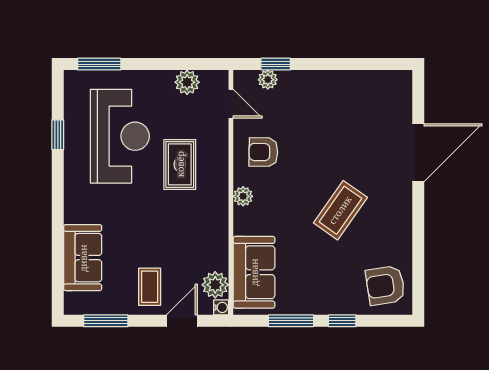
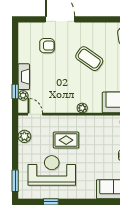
fireplace: (305, 81) -> (24, 77), added
door: (231, 104) -> (35, 114), hinge flipped
armchair: (263, 152) -> (47, 46), moved, turned -91

